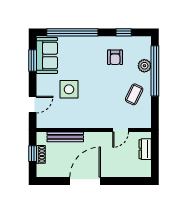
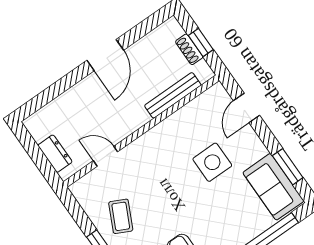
door: (121, 130) -> (106, 156), hinge flipped
door: (85, 181) -> (105, 55), width x0.73

